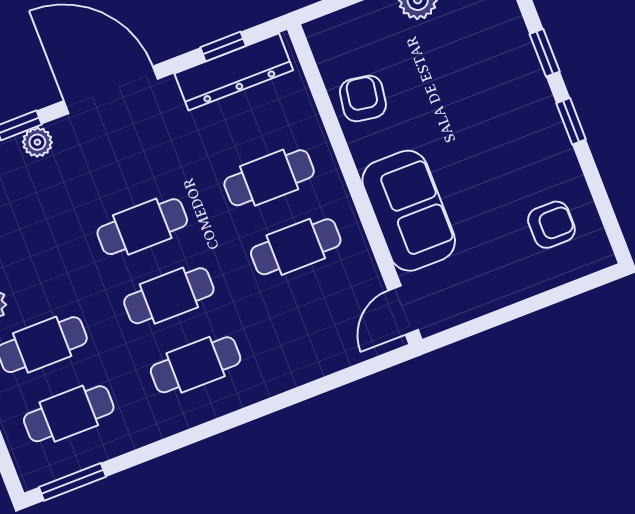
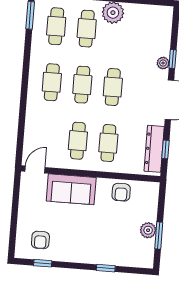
armchair: (363, 99) -> (121, 192), turned 81
window: (571, 121) -> (43, 263), moved
door: (403, 310) -> (35, 169), hinge flipped

